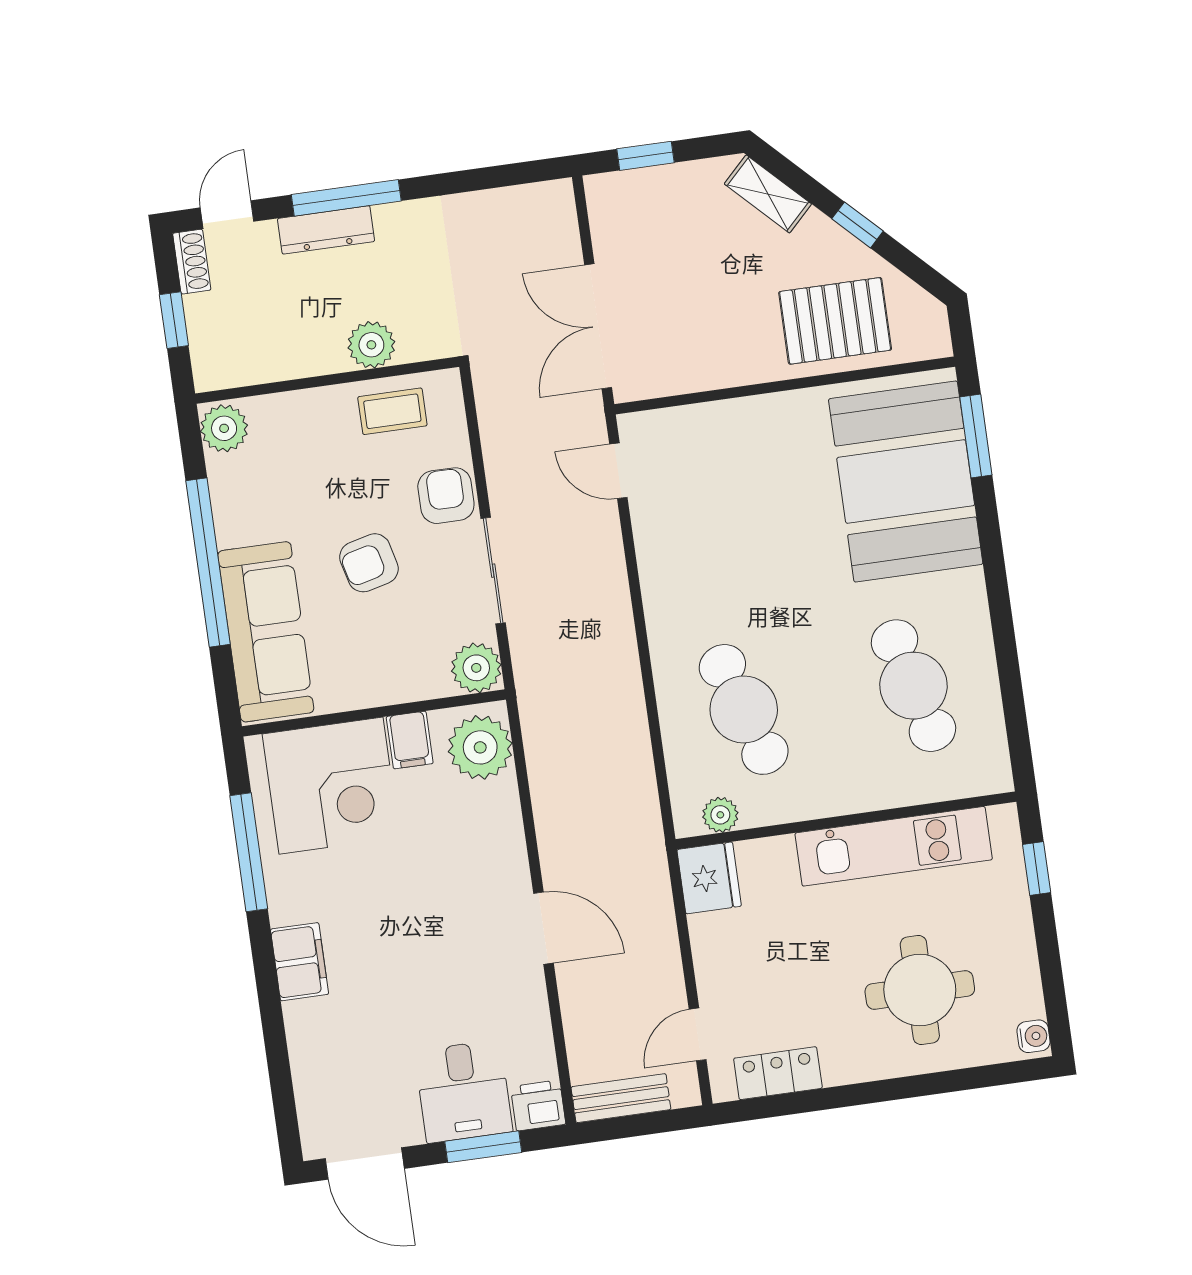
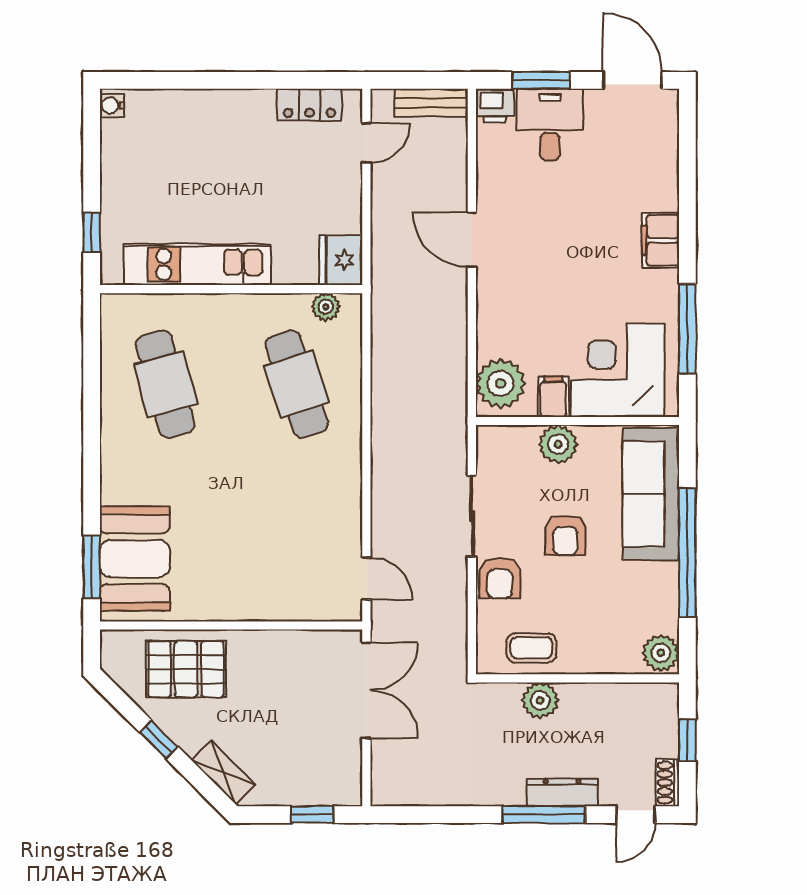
booth: (906, 482) -> (135, 559), width x0.73, depth x0.70
armchair: (369, 563) -> (565, 535), turned 104
plant: (476, 668) -> (558, 444), moved
round table: (920, 990) -> (193, 153), removed

